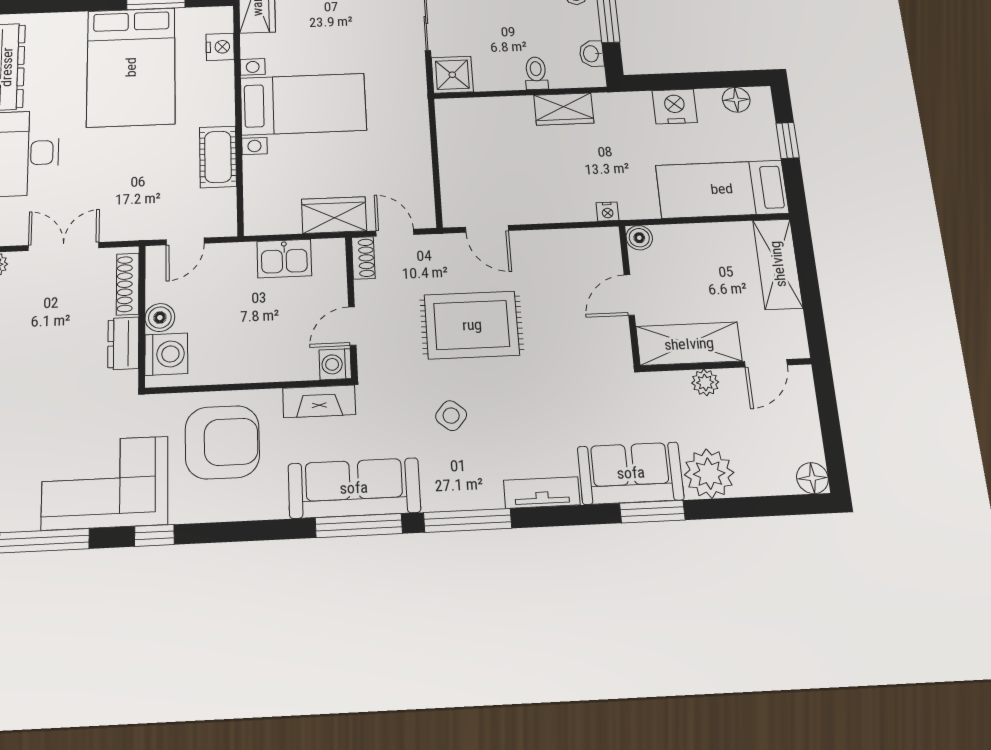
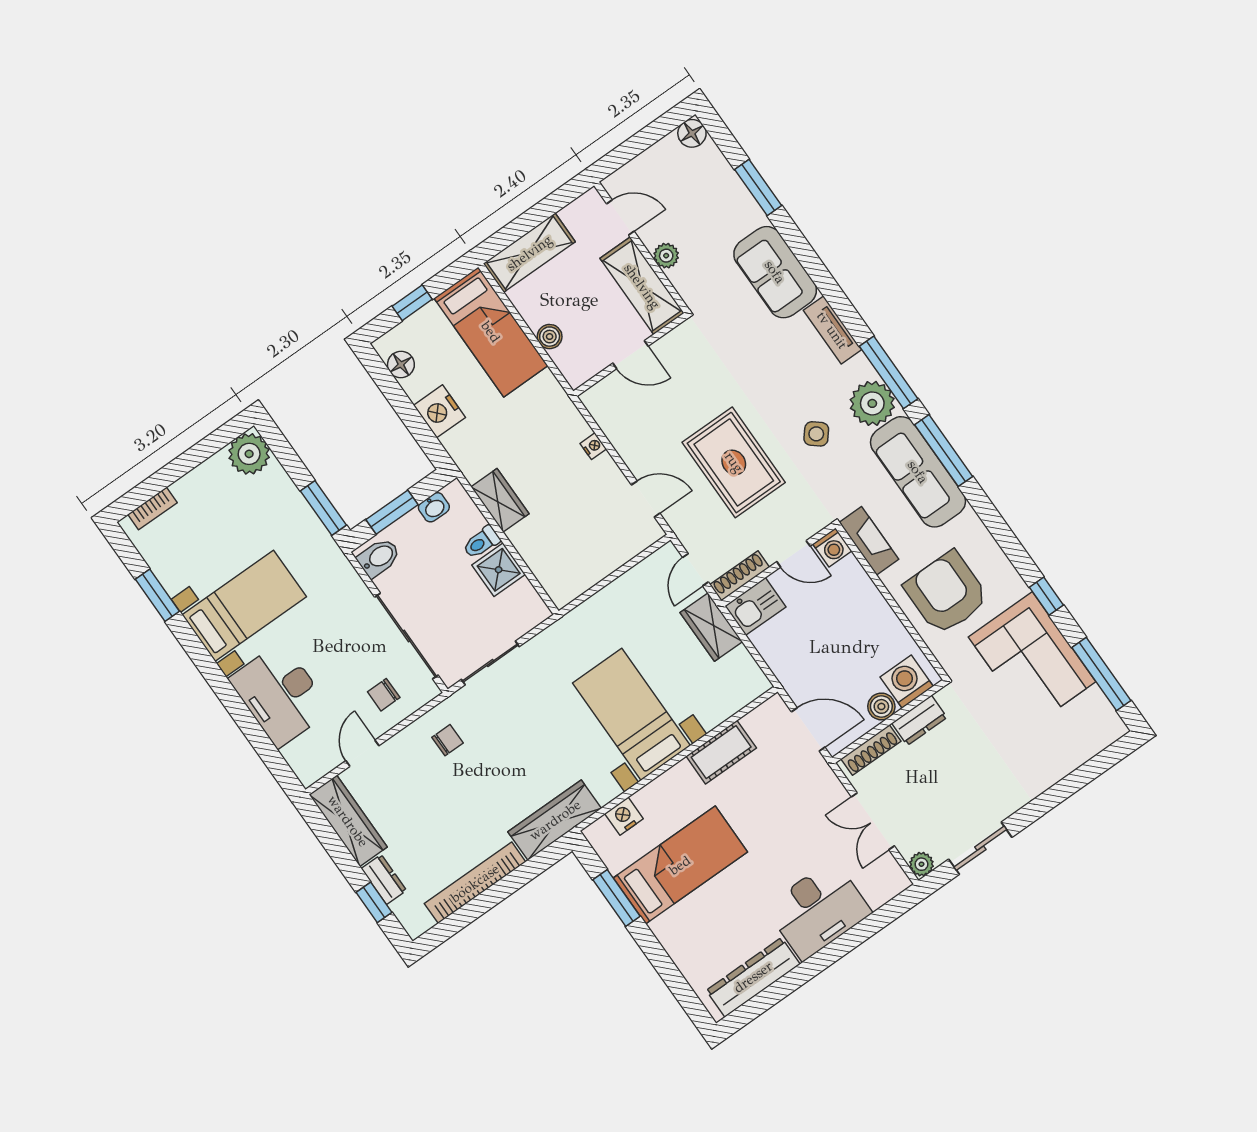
bed: (131, 67) -> (680, 865), width x0.67
shower: (452, 75) -> (499, 570), moved
nightstand: (607, 212) -> (593, 446), moved
door: (487, 229) -> (646, 499), hinge flipped
boiler: (639, 238) -> (550, 337), moved
door: (185, 241) -> (808, 729), width x1.38
shoe rack: (363, 258) -> (740, 576), width x1.43
kitchen sink: (284, 259) -> (755, 606), moved, turned 90
plant: (709, 474) -> (872, 403), moved
window: (652, 512) -> (758, 187), moved

